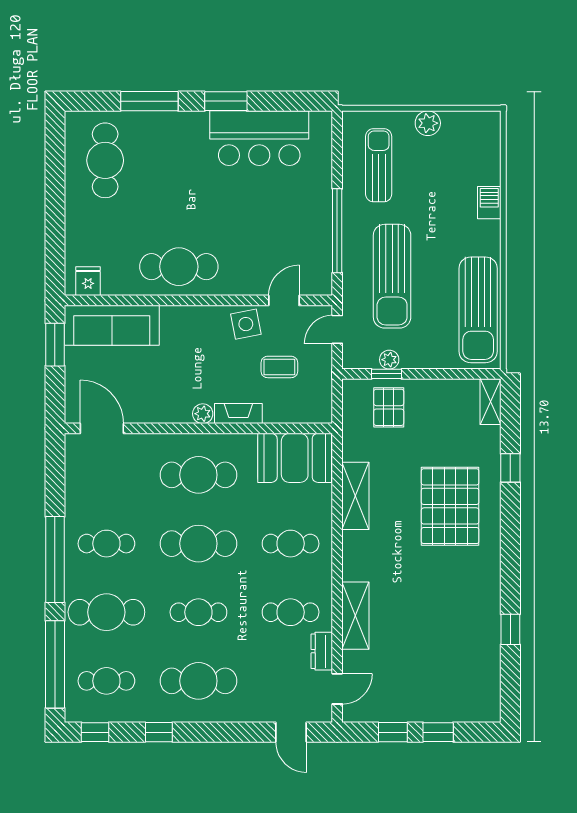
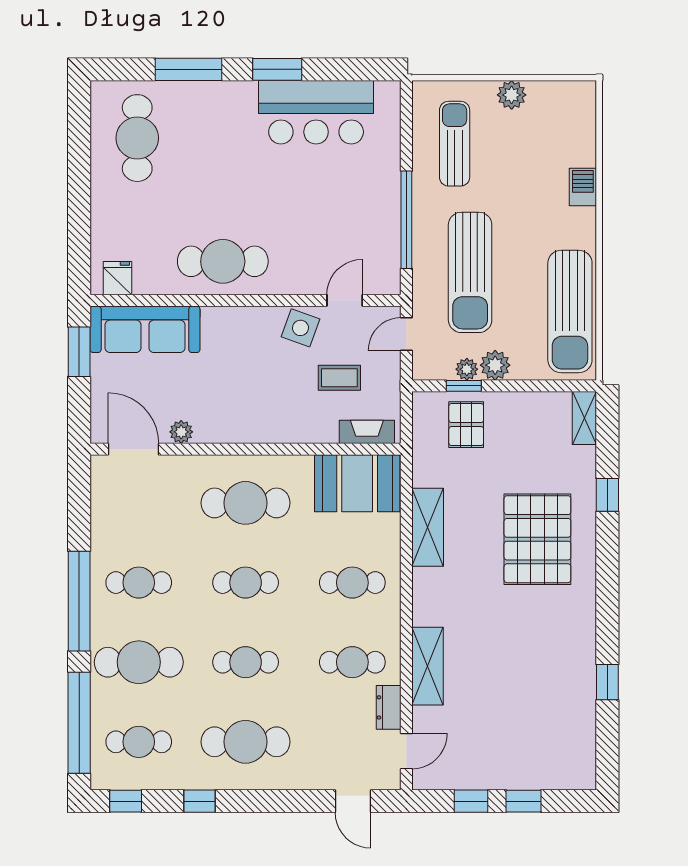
side table: (246, 324) -> (300, 328), turned 31
plant: (414, 356) -> (495, 365), added
plant: (203, 414) -> (181, 432), moved
fireplace: (238, 414) -> (367, 432), moved
cafe table: (198, 544) -> (246, 583), width x0.73, depth x0.74

